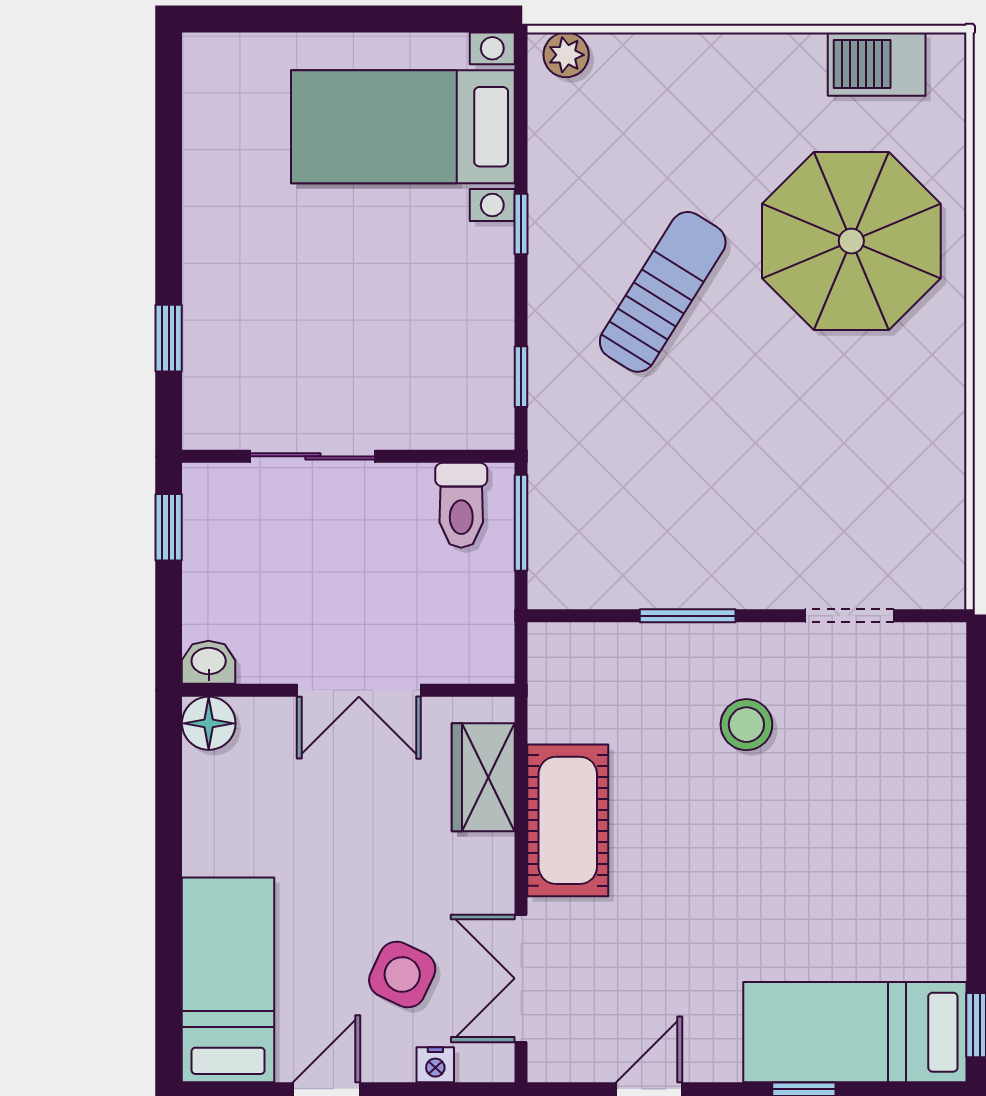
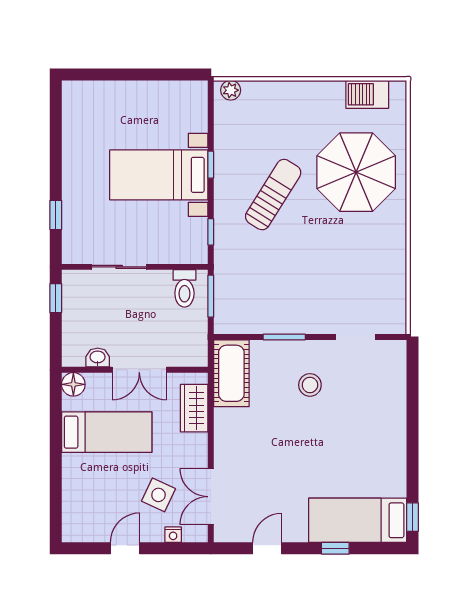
bed with nightstands: (403, 127) -> (159, 175), moved
washbasin: (209, 662) -> (98, 358), moved
cot: (568, 820) -> (231, 373), moved
bed: (228, 980) -> (107, 432), moved, turned 90

